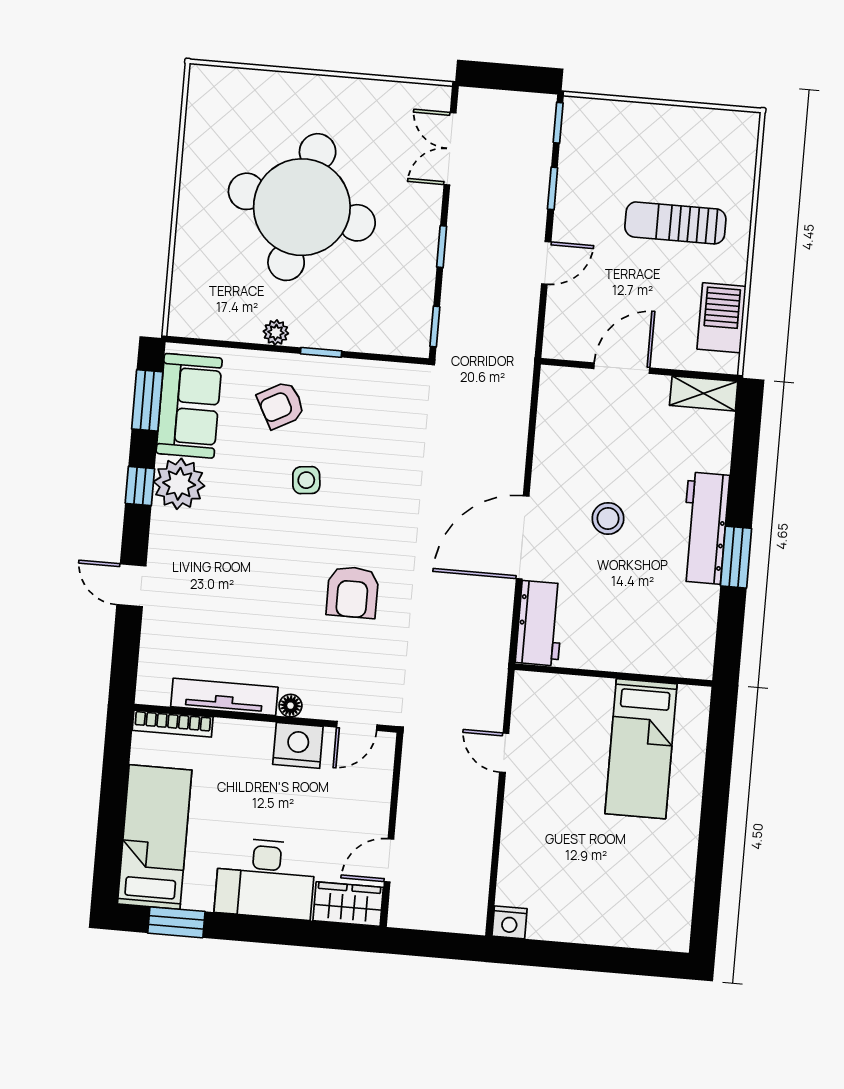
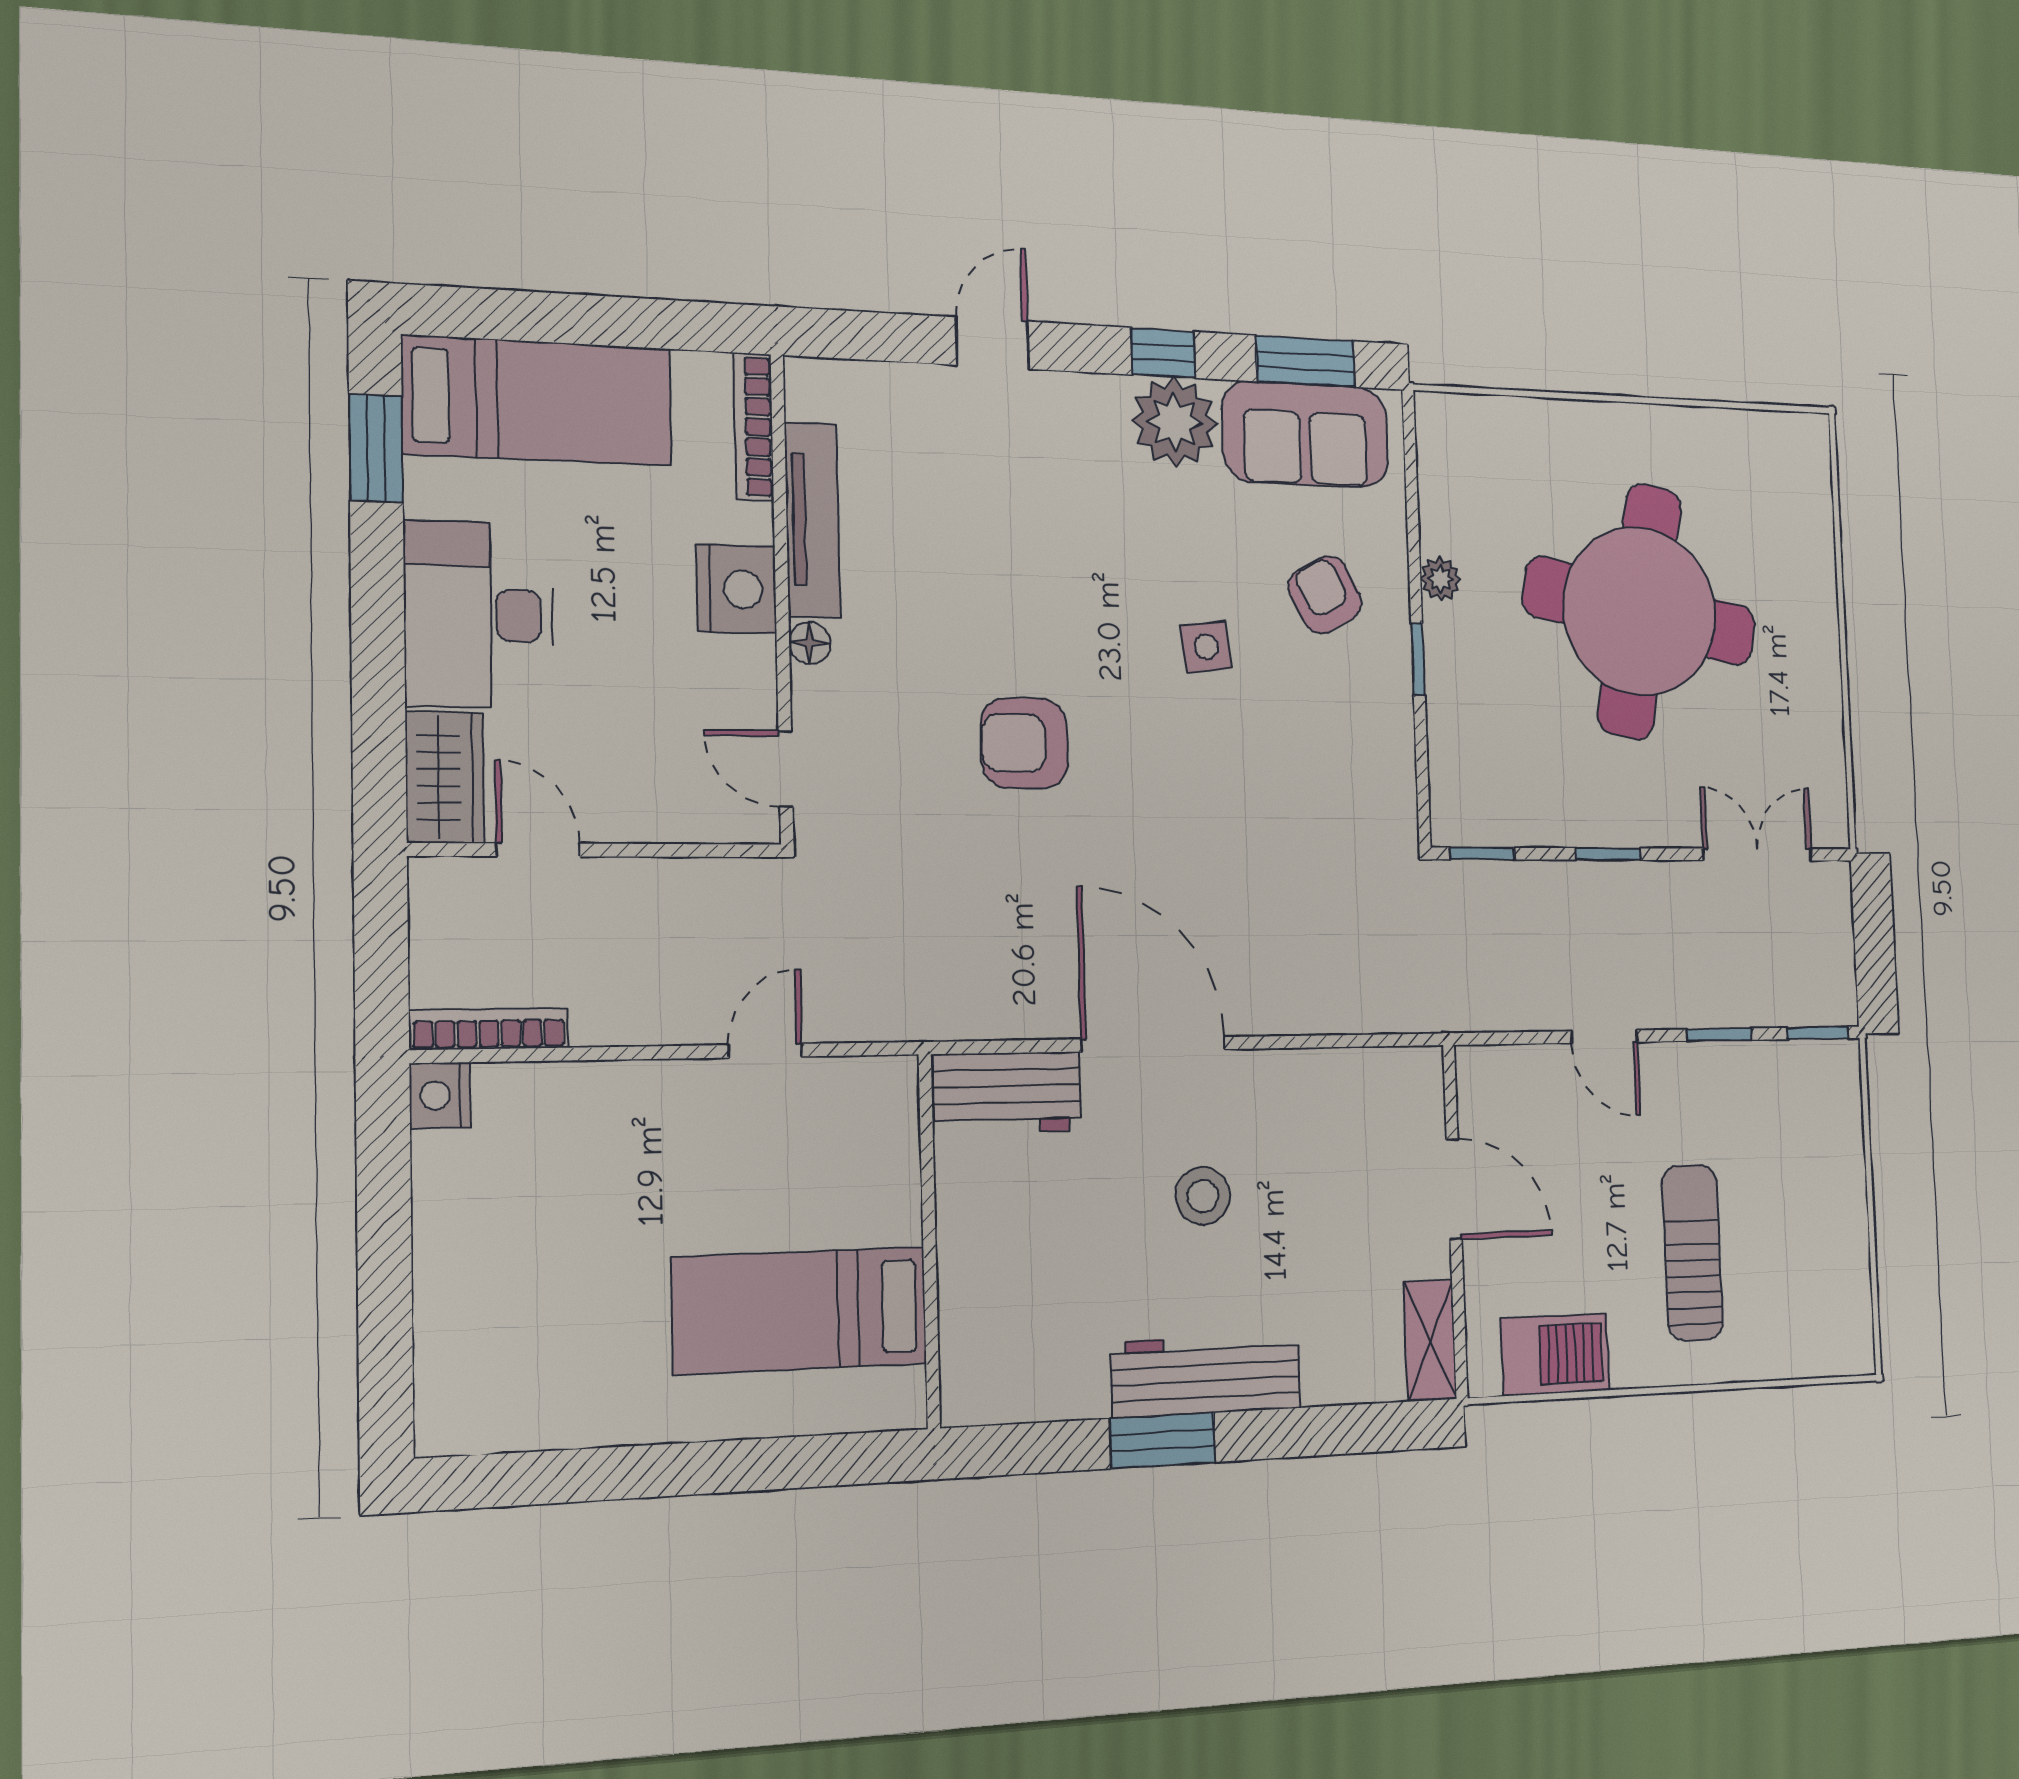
nightstand: (298, 745) -> (737, 589), moved
bookcase: (478, 895) -> (489, 1029), added

